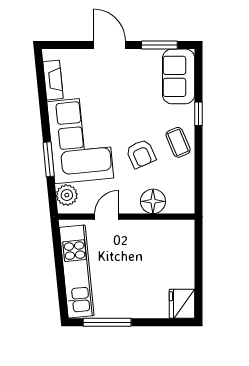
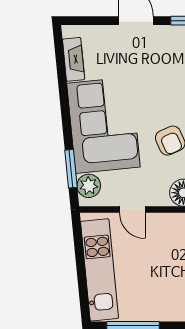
window: (49, 159) -> (71, 169), moved
door: (106, 217) -> (132, 210), swing flipped

